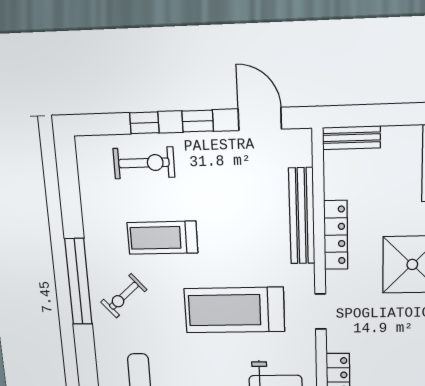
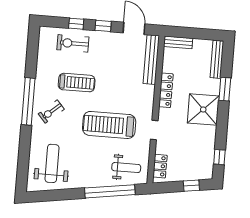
exercise bike: (144, 163) -> (73, 43), turned 180
bench: (302, 216) -> (151, 60), moved
treadmill: (162, 238) -> (77, 83), turned 180

